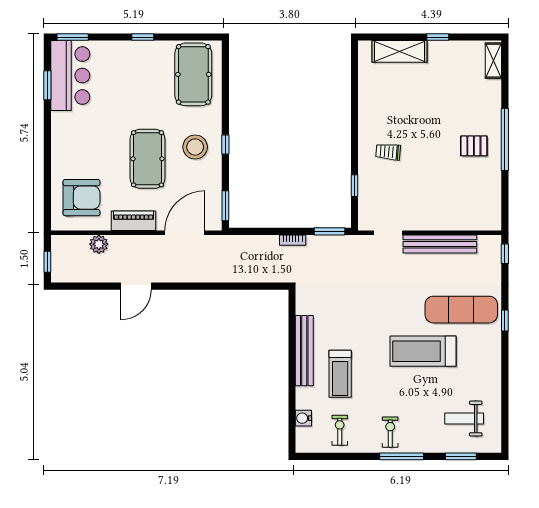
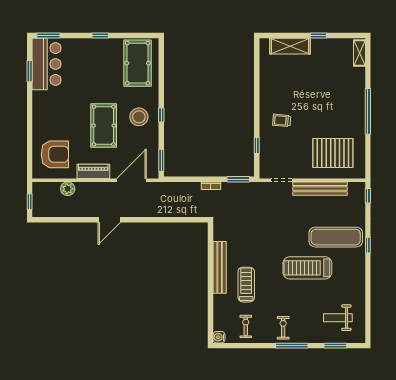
pallet: (474, 146) -> (333, 153), moved, width x2.05, depth x2.00
door: (136, 286) -> (109, 220), moved
treadmill: (340, 374) -> (246, 285), turned 180
water cooler: (303, 418) -> (219, 337), moved

